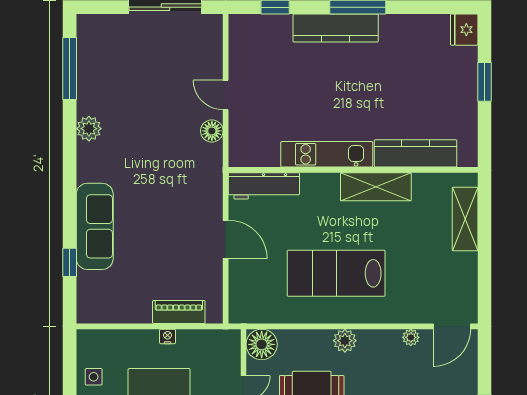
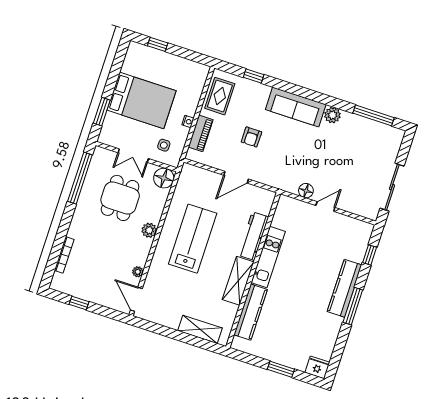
workbench: (264, 186) -> (253, 236), moved
sofa: (95, 226) -> (296, 107), moved
armchair: (160, 236) -> (251, 137), added
rug: (115, 302) -> (220, 96), added
side table: (94, 377) -> (164, 145), moved

